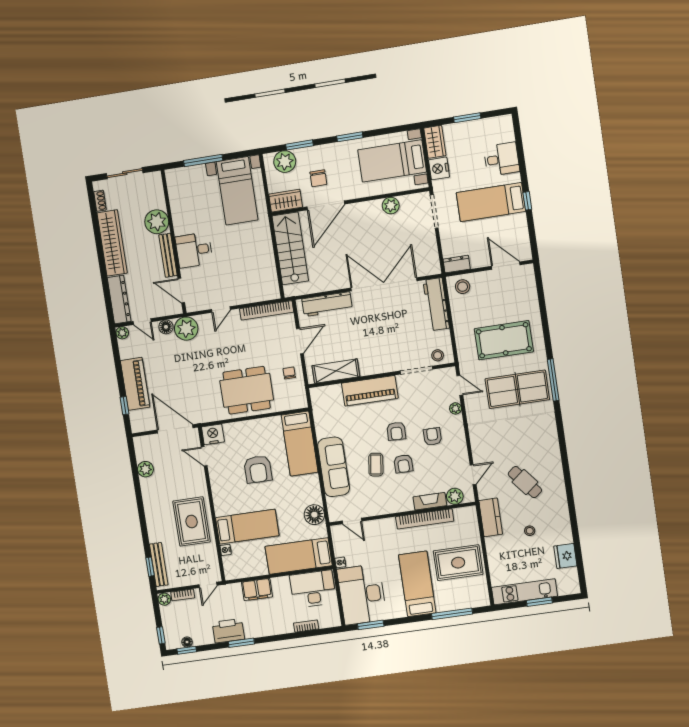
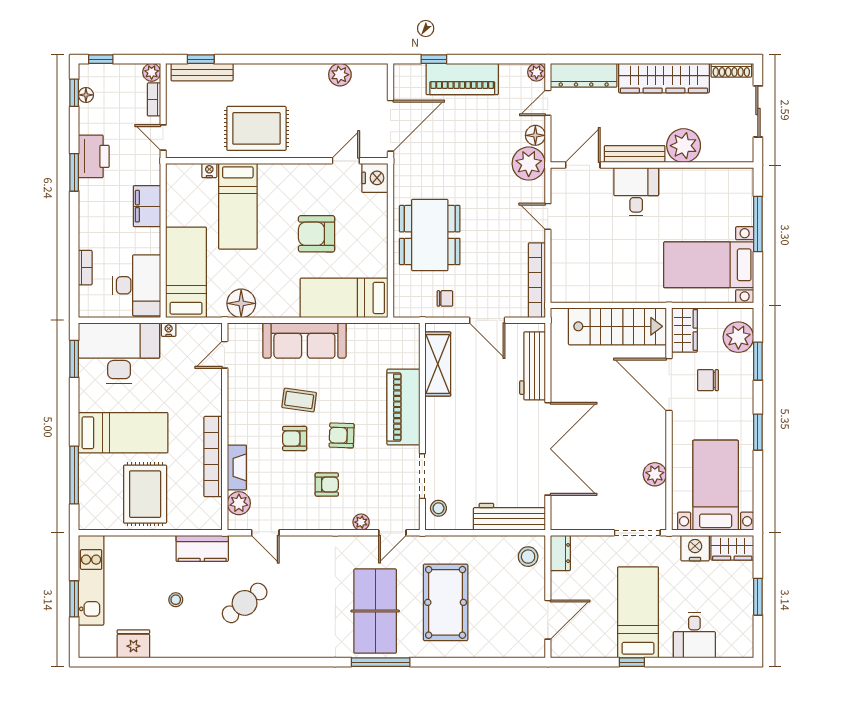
shoe rack: (100, 201) -> (731, 70), width x1.43

